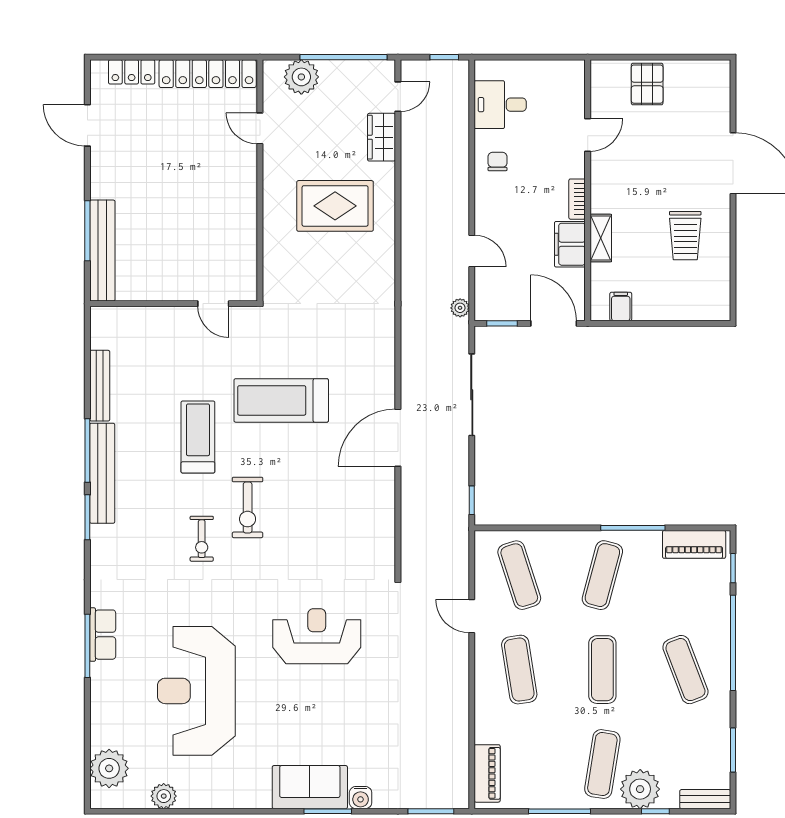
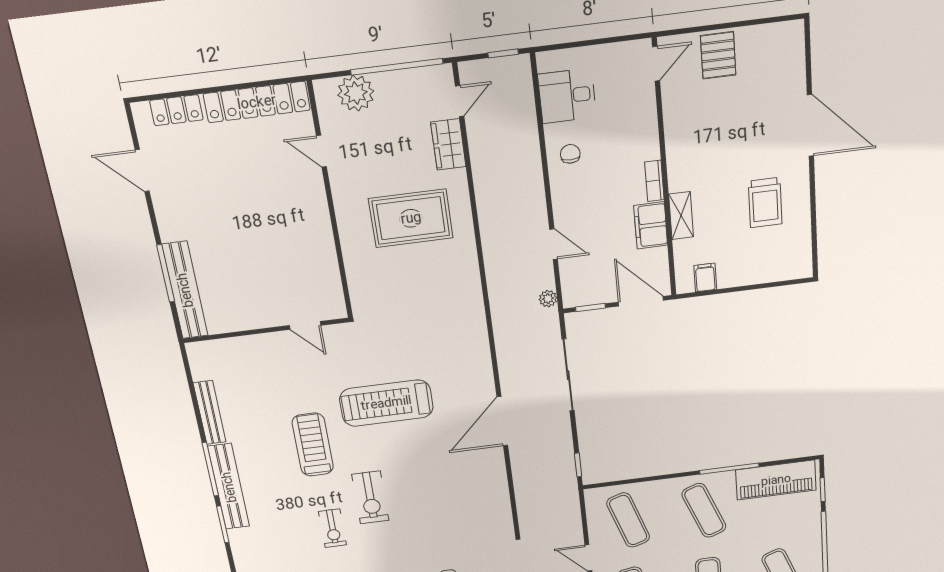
door: (588, 135) -> (656, 64), moved
piano: (694, 544) -> (776, 480), width x1.37, depth x1.33
exercise mat: (602, 575) -> (704, 510), turned -36

